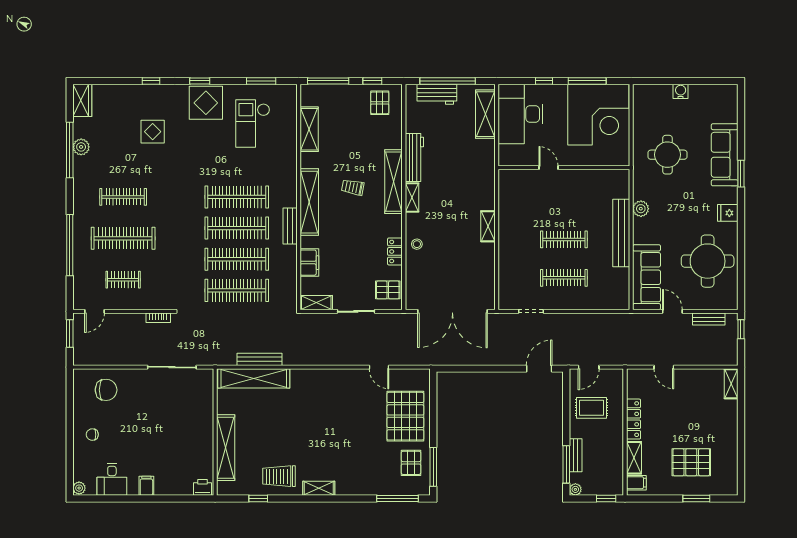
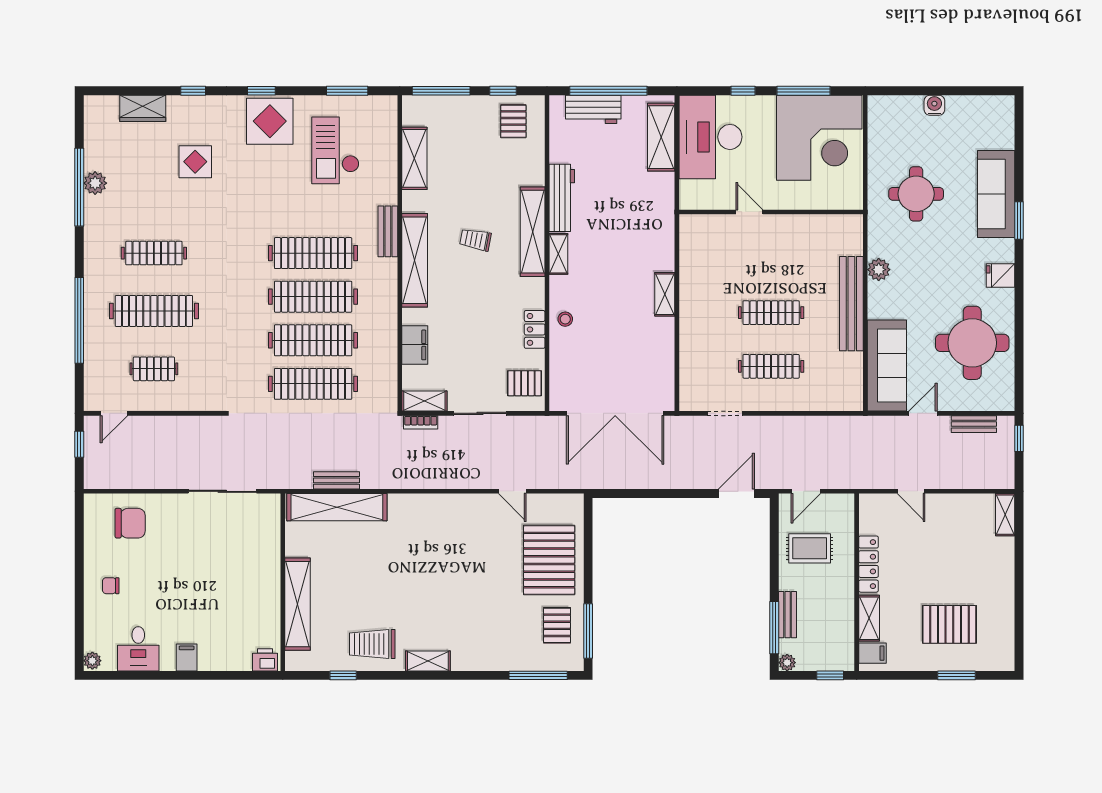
wardrobe: (82, 100) -> (143, 108), moved, turned 90
bench: (290, 226) -> (388, 231), moved
door: (672, 311) -> (923, 413), hinge flipped
bookcase: (158, 318) -> (421, 422), moved
window: (70, 333) -> (79, 444), width x0.67
bench: (260, 359) -> (337, 480), width x0.73

